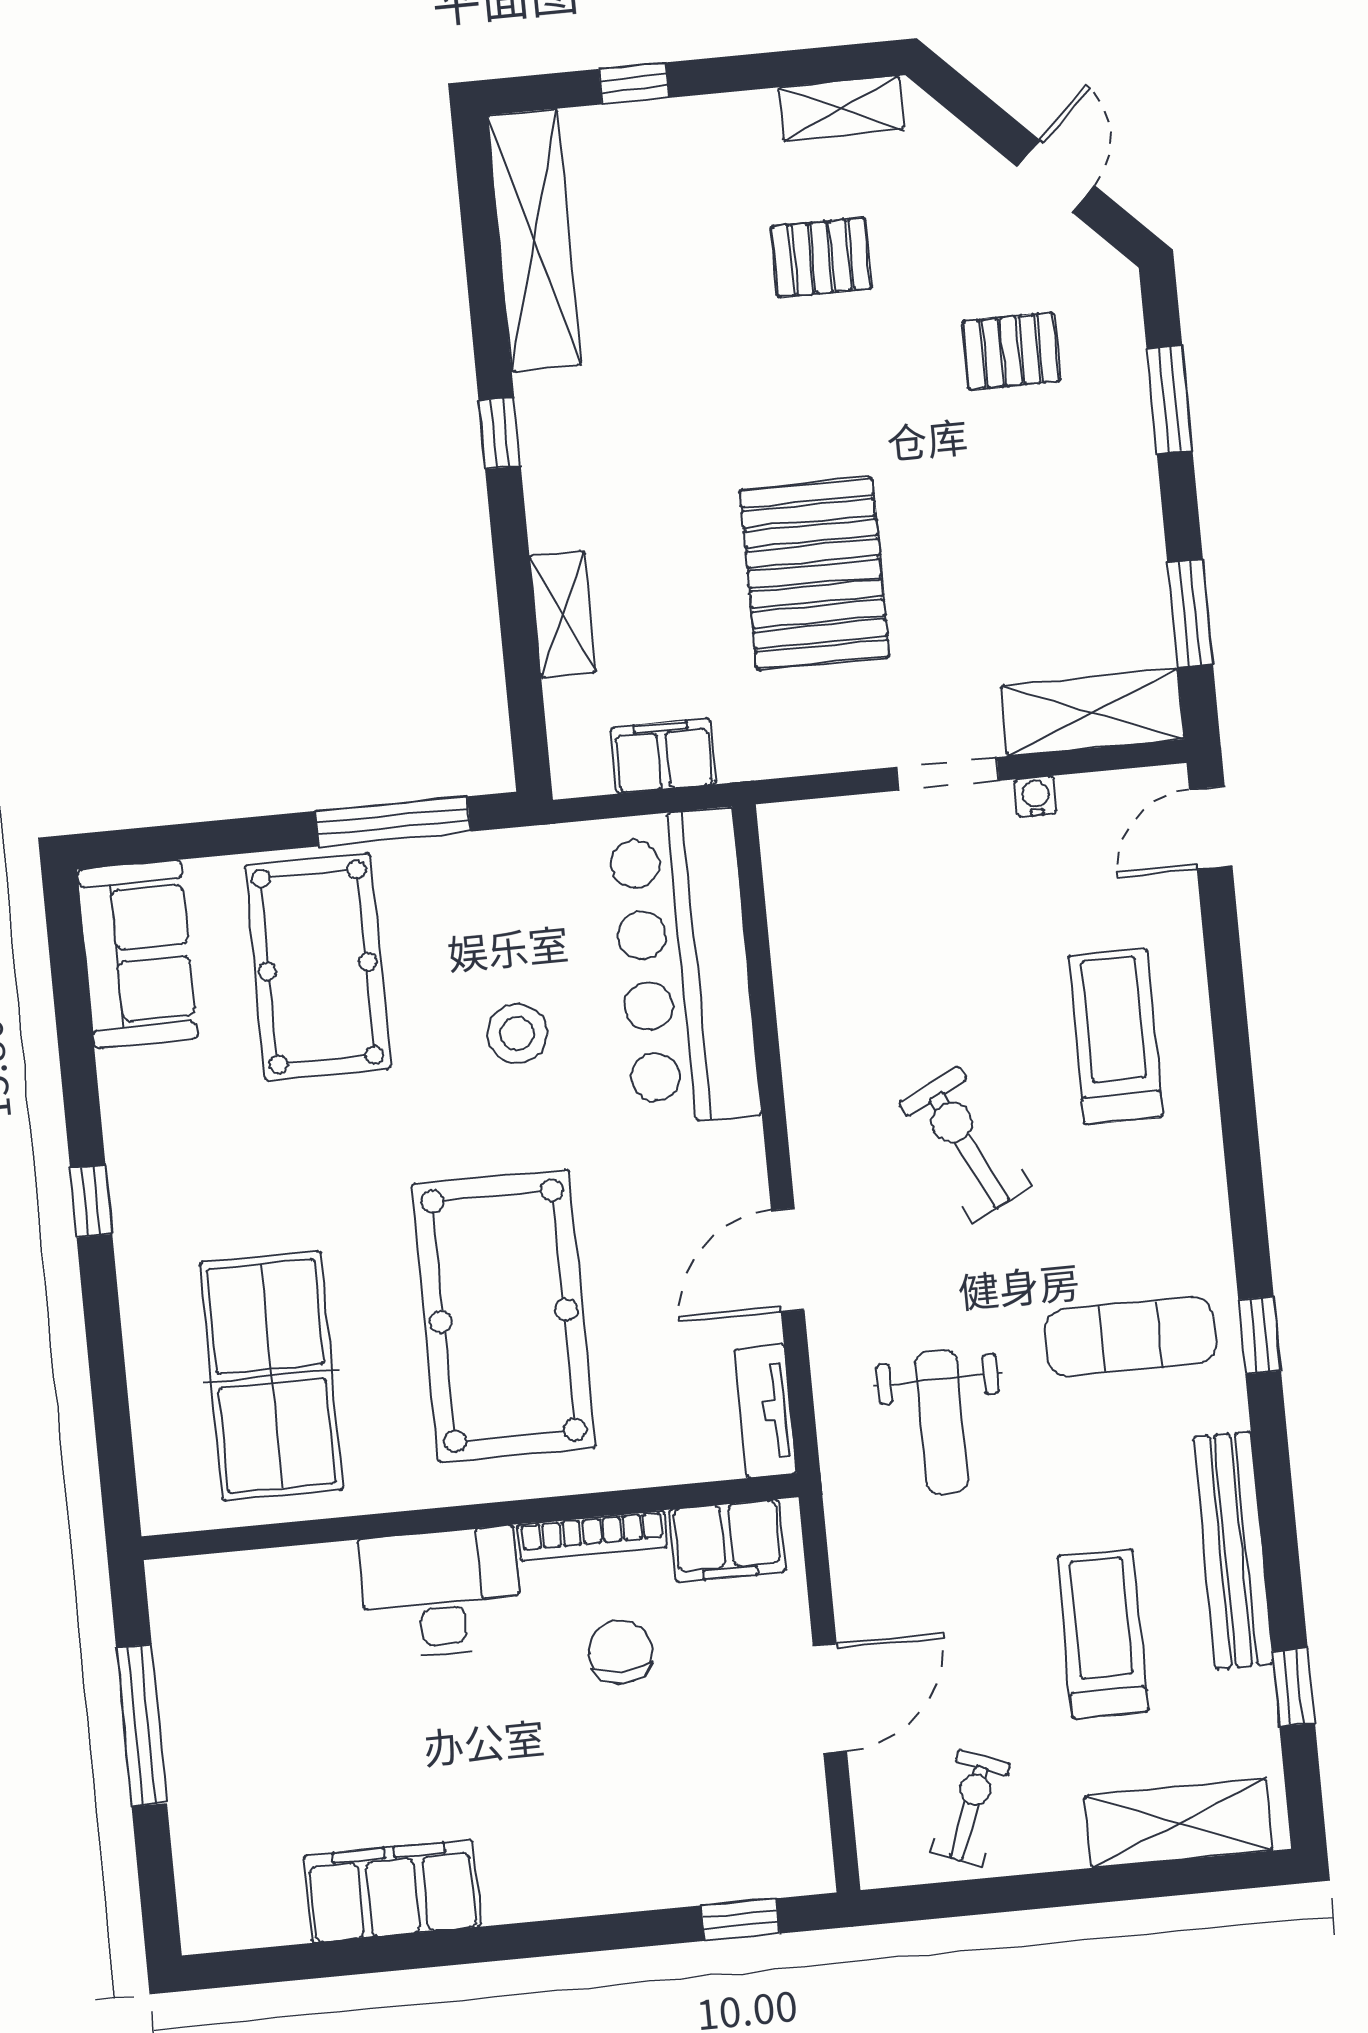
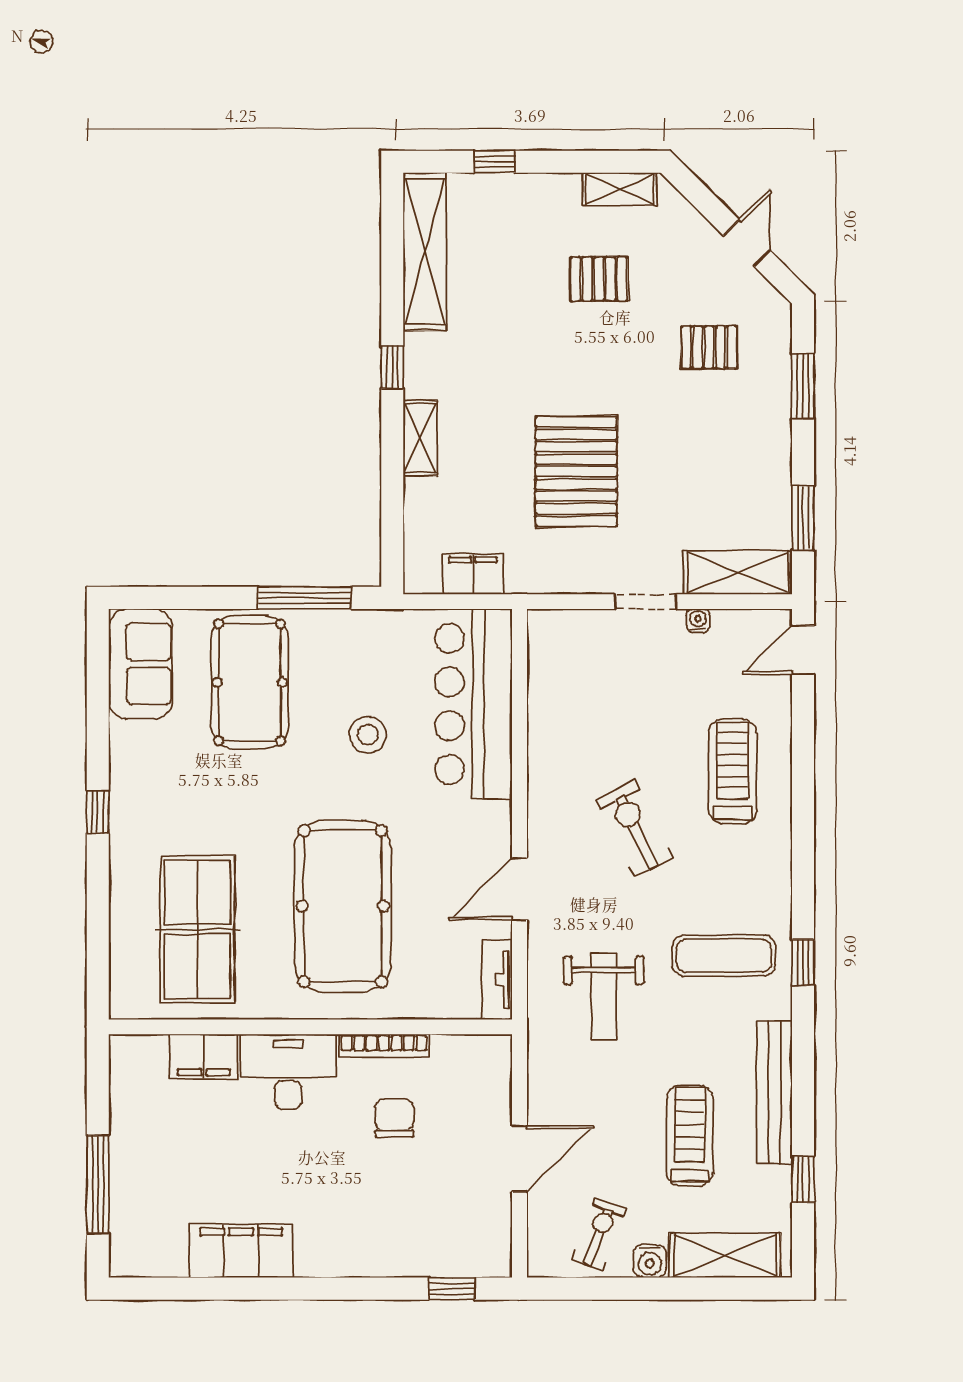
shelving: (563, 614) -> (420, 438), moved
filing cabinet: (727, 1541) -> (204, 1057), moved
window: (142, 1725) -> (98, 1184), moved
water cooler: (1057, 1844) -> (650, 1261), added

